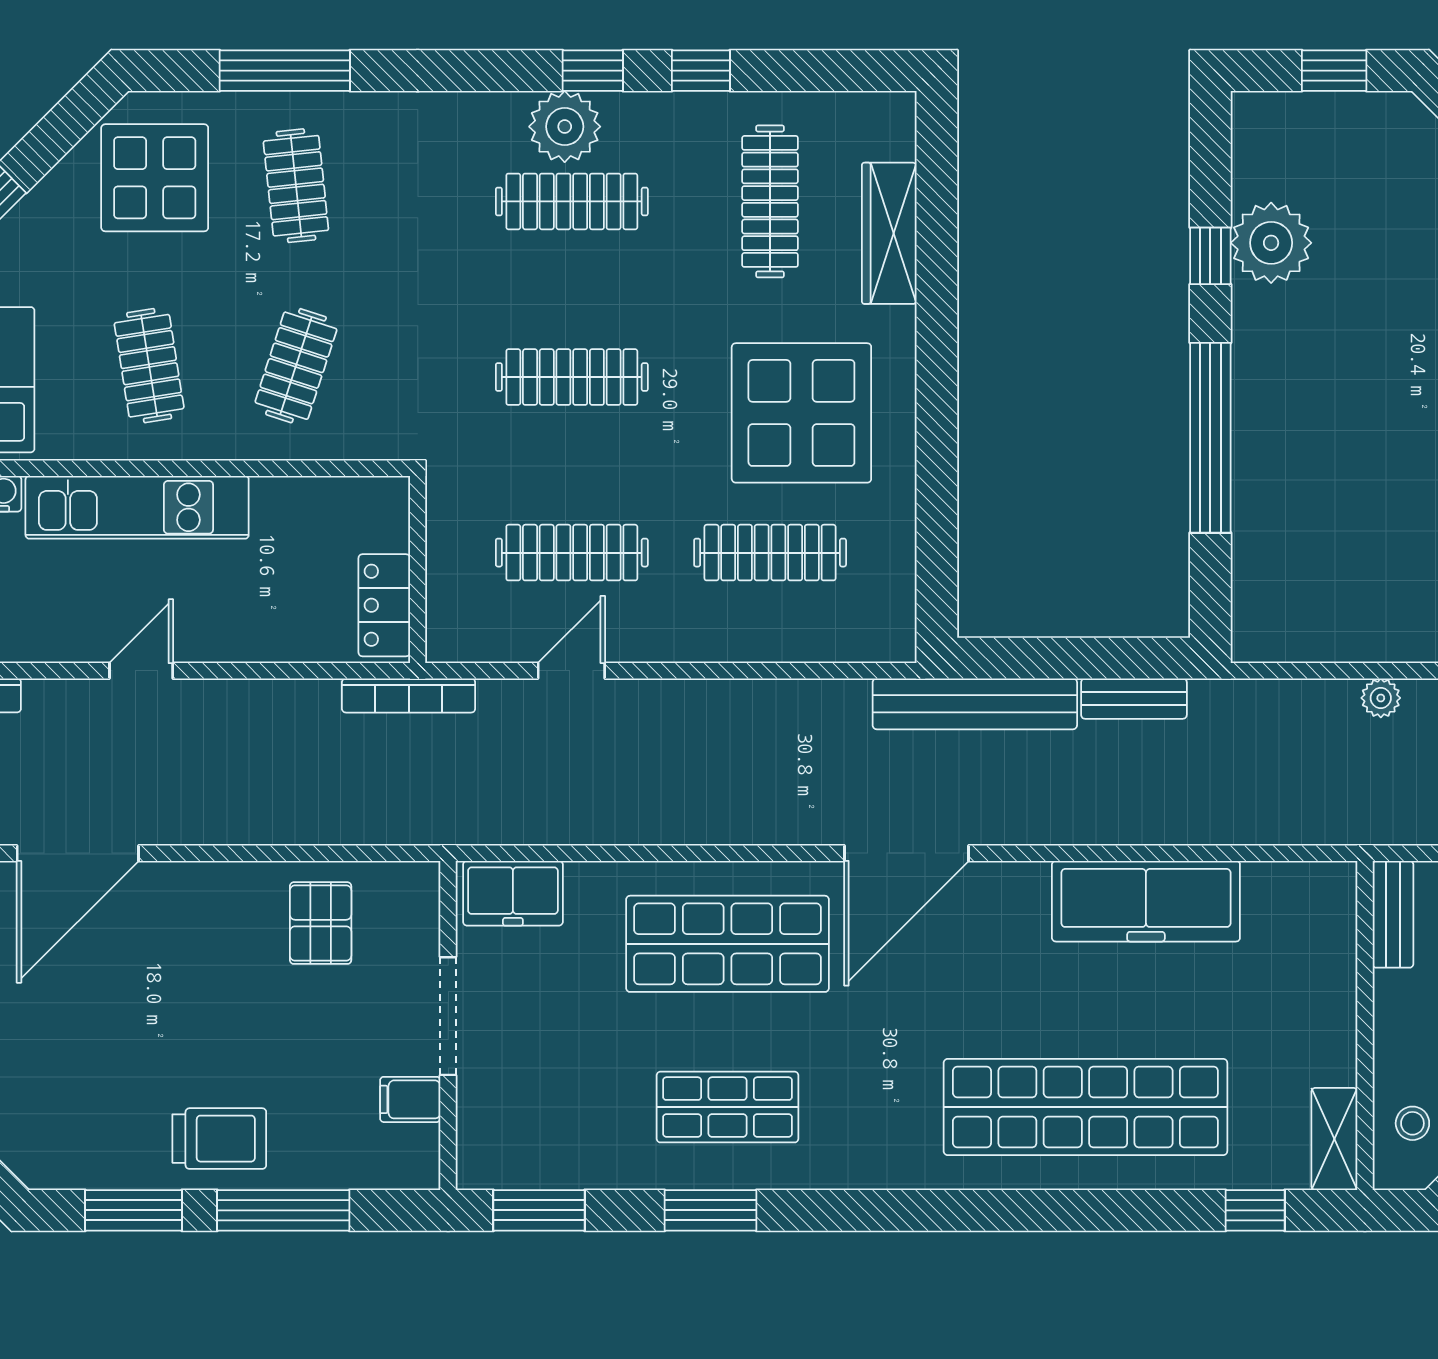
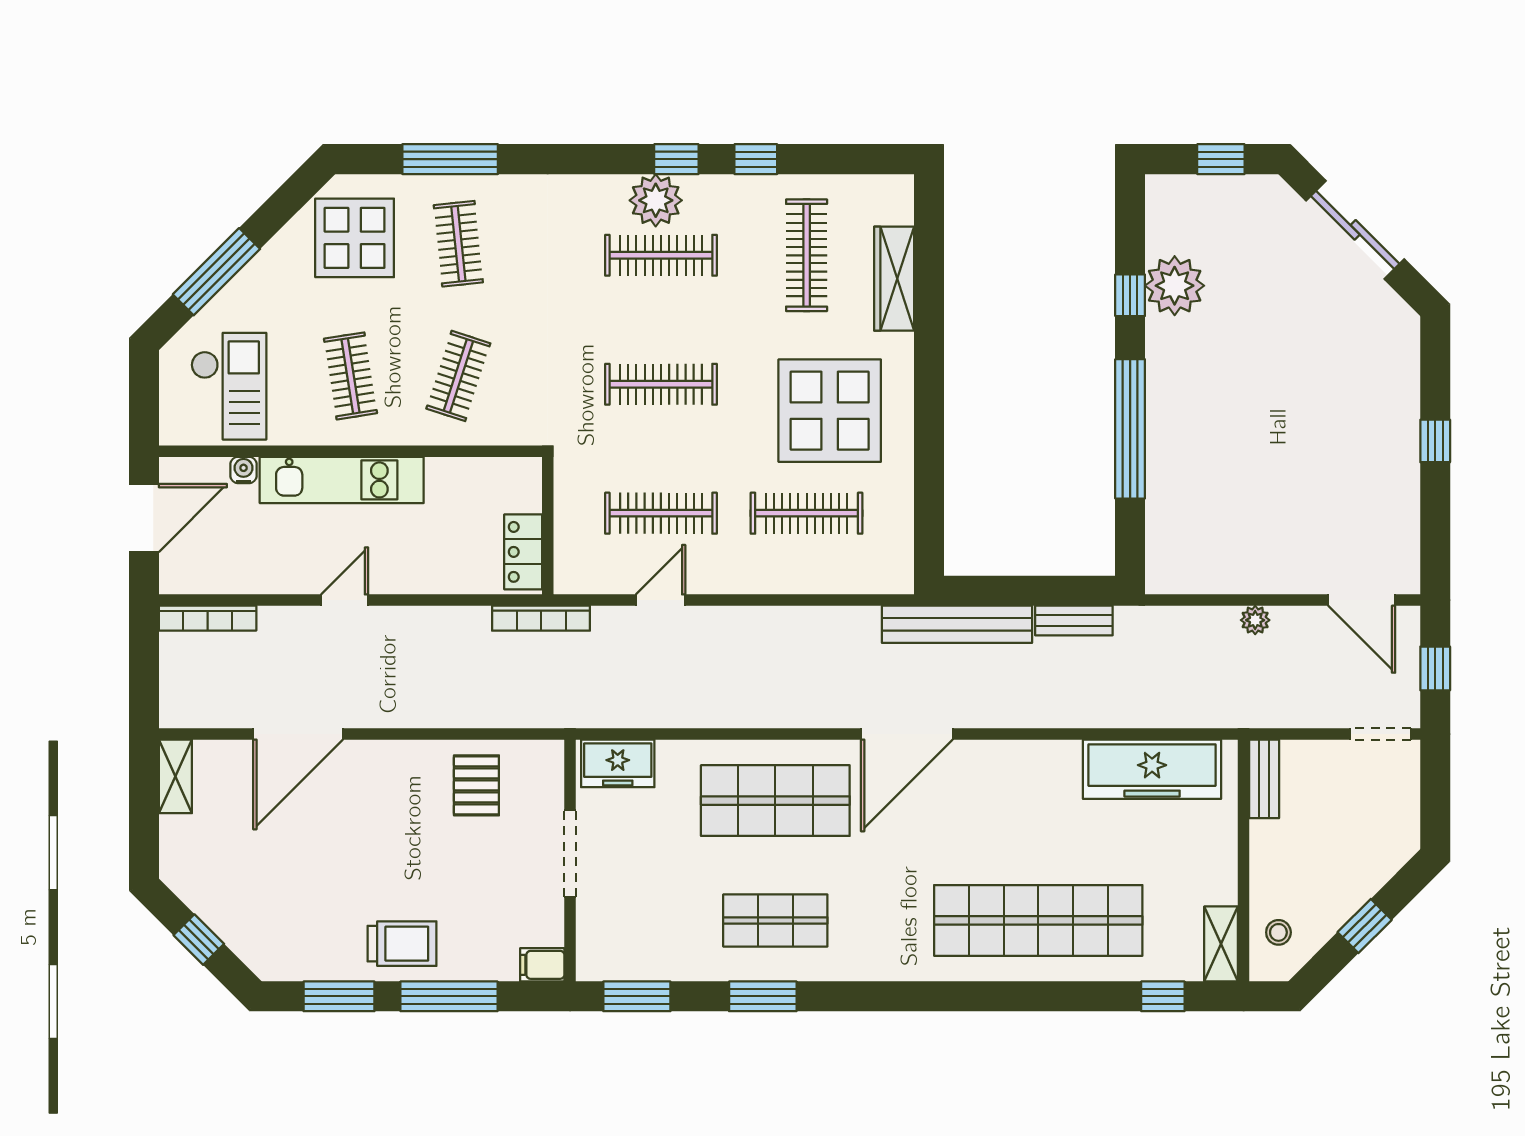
freezer: (1146, 901) -> (1152, 769), moved
filing cabinet: (410, 1099) -> (542, 965), moved

